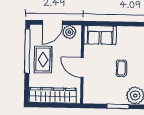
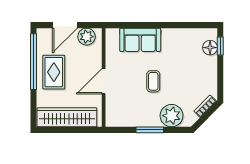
sofa: (100, 35) -> (140, 40), moved
door: (82, 67) -> (104, 81), hinge flipped

